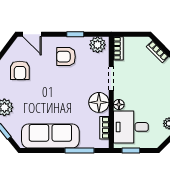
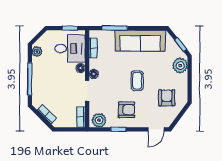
door: (32, 34) -> (156, 129), swing flipped
coffee table: (54, 90) -> (137, 81), added
floor lamp: (99, 102) -> (94, 74), width x0.53, depth x0.53

